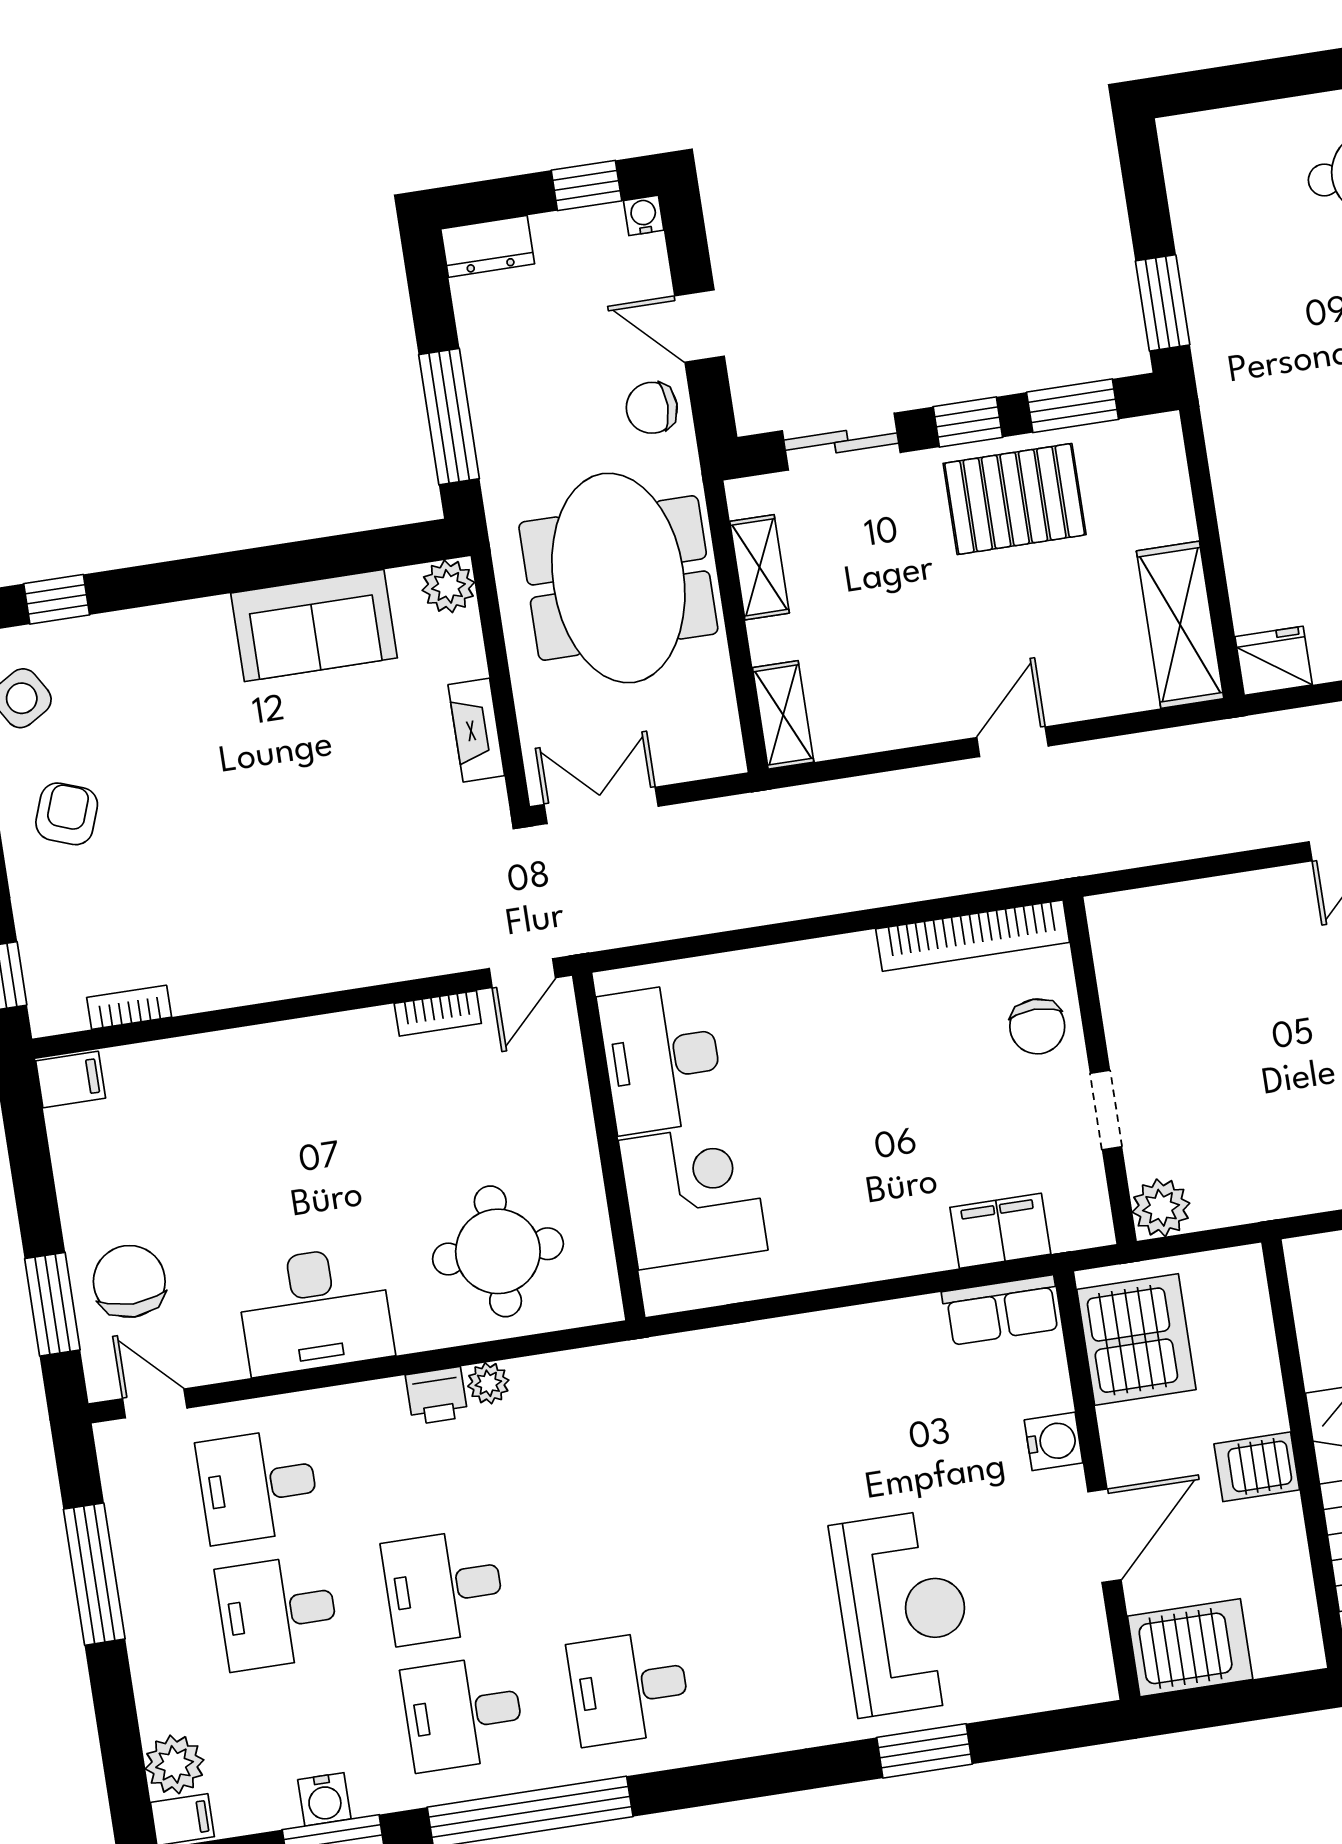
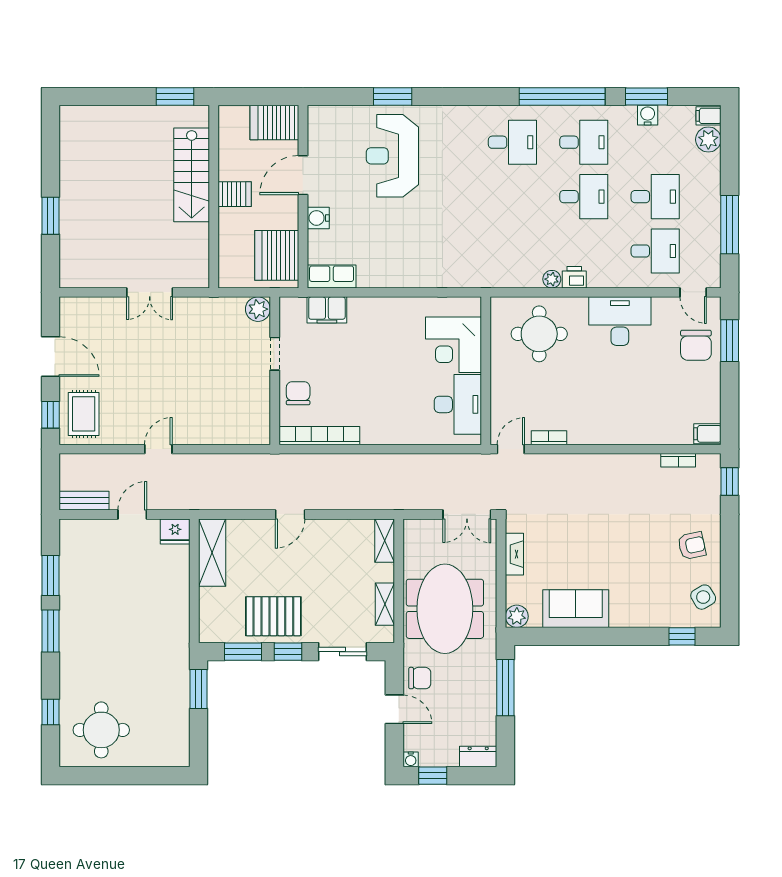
armchair: (67, 814) -> (692, 546), turned -122

